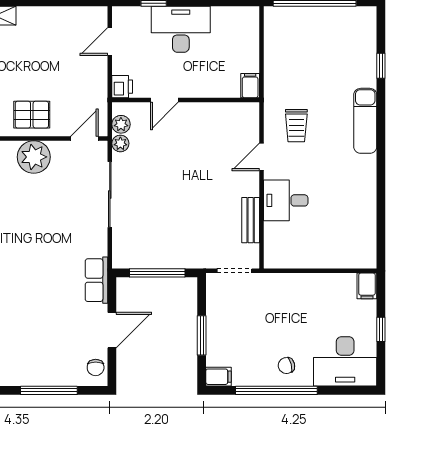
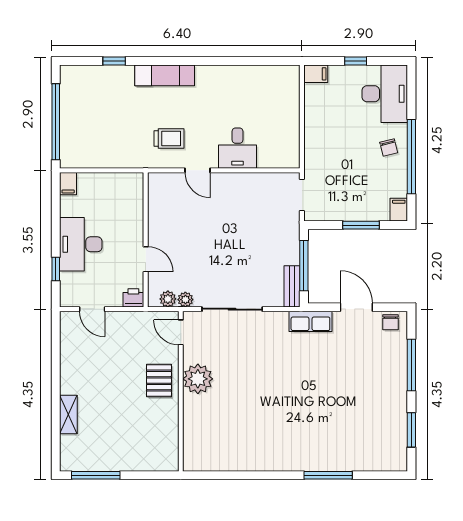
filing cabinet: (250, 86) -> (68, 184), moved, turned -90
bench: (251, 220) -> (292, 286), moved, turned 90
chair: (96, 368) -> (390, 322), turned 90

